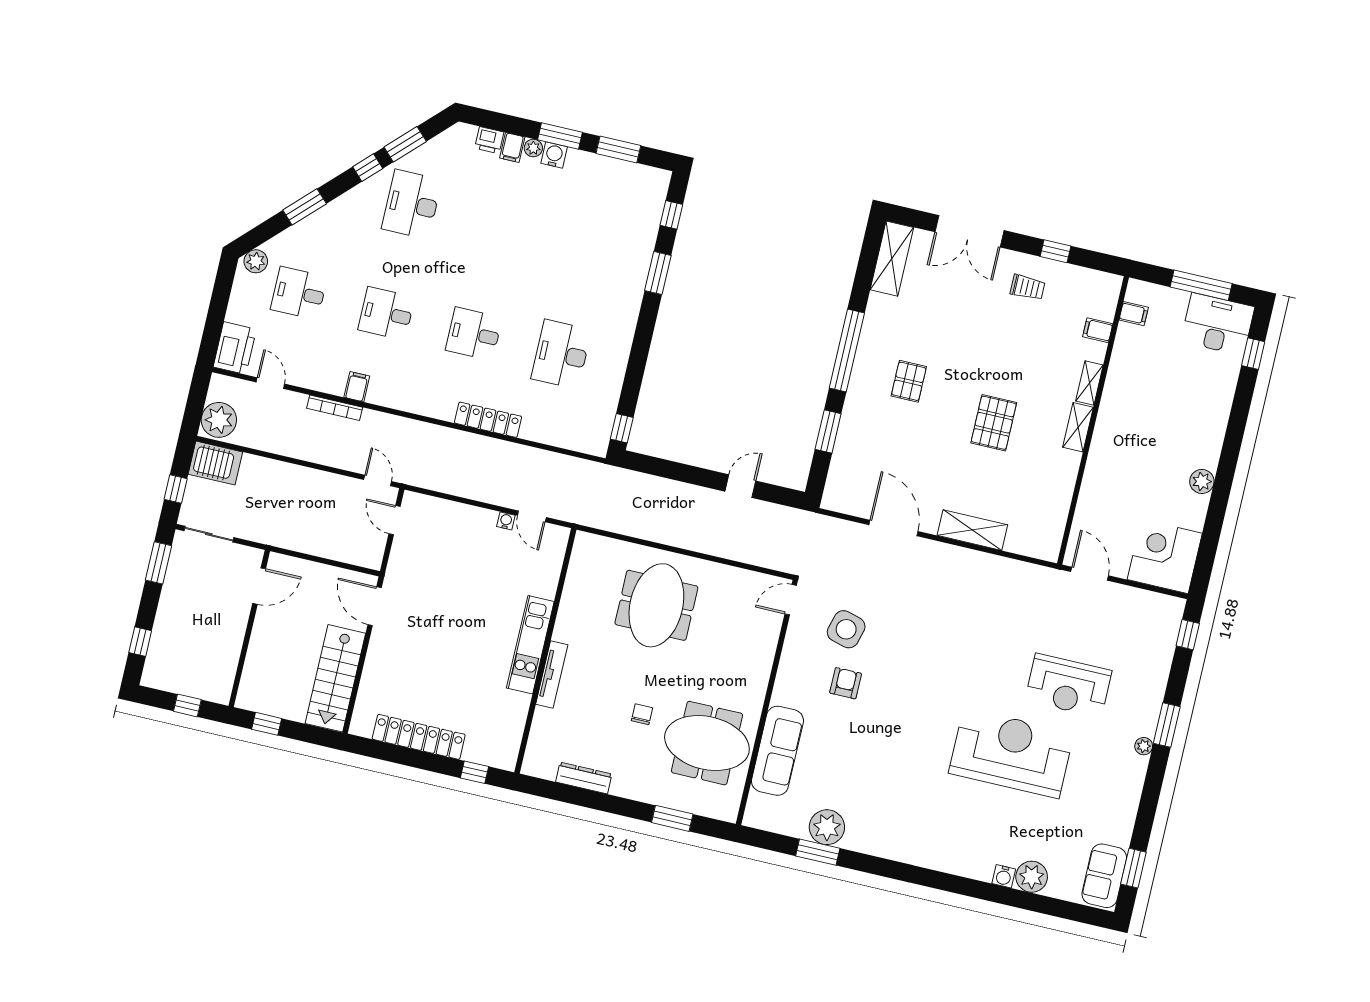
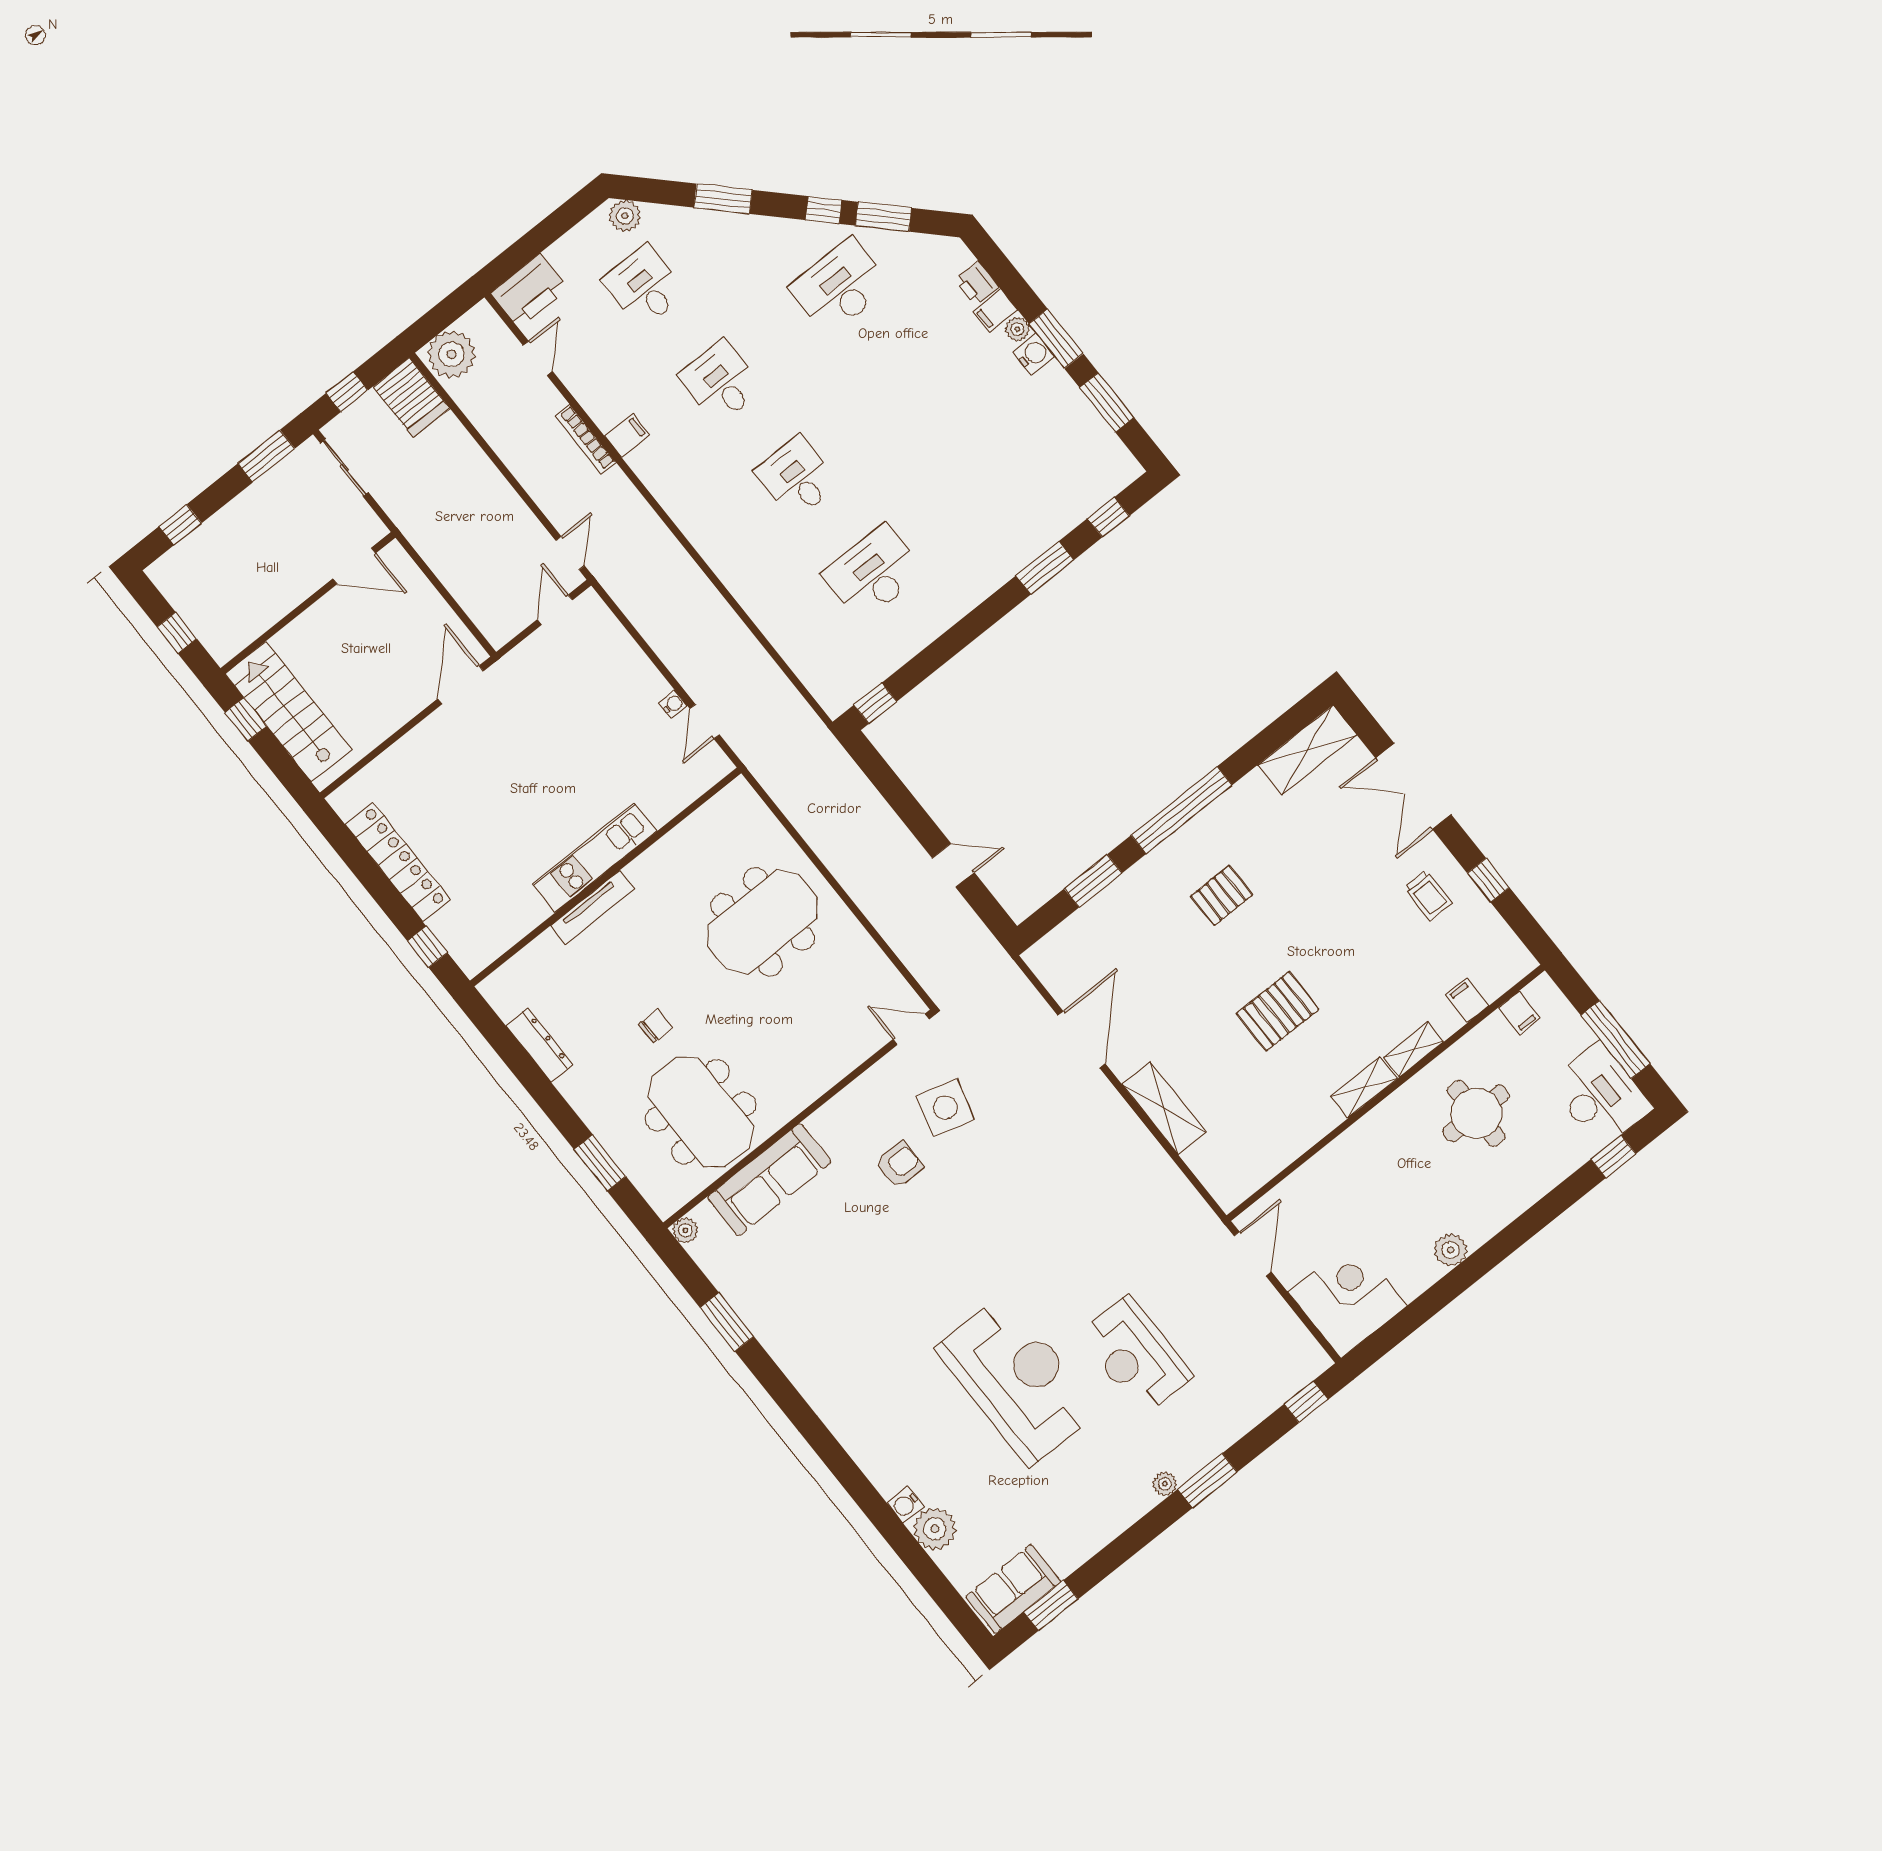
round table: (1154, 391) -> (1476, 1113), added
locker: (488, 420) -> (739, 581), removed
stairs: (335, 678) -> (289, 712), moved, turned 90
plant: (827, 827) -> (685, 1230), moved, width x0.53, depth x0.53

